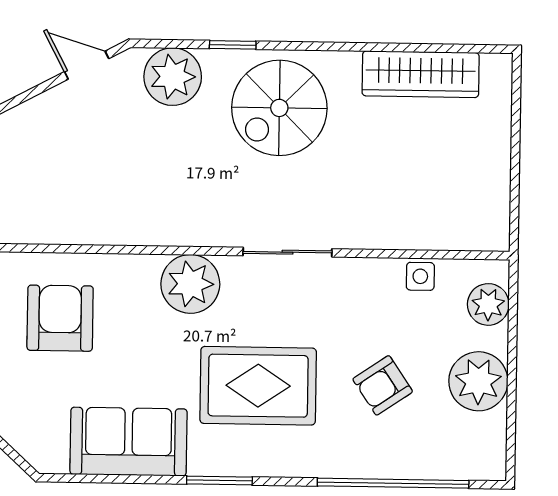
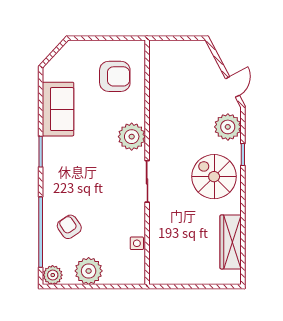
plant: (488, 304) -> (53, 275), moved
armchair: (383, 385) -> (69, 227), moved
rug: (258, 386) -> (85, 169), removed

